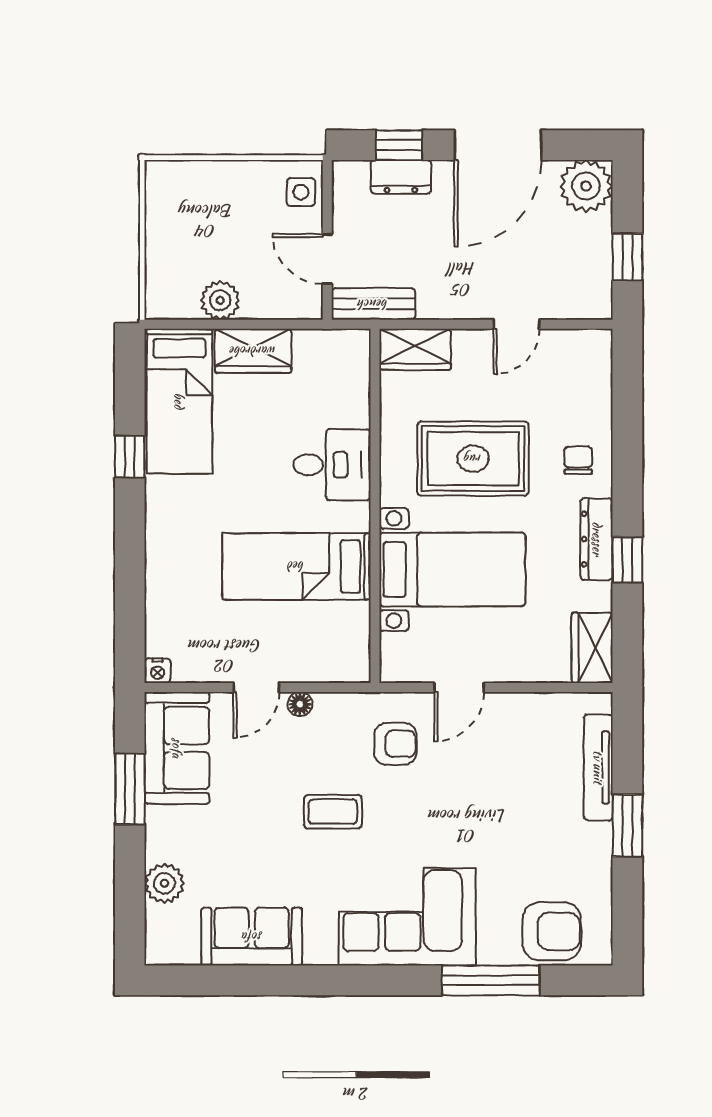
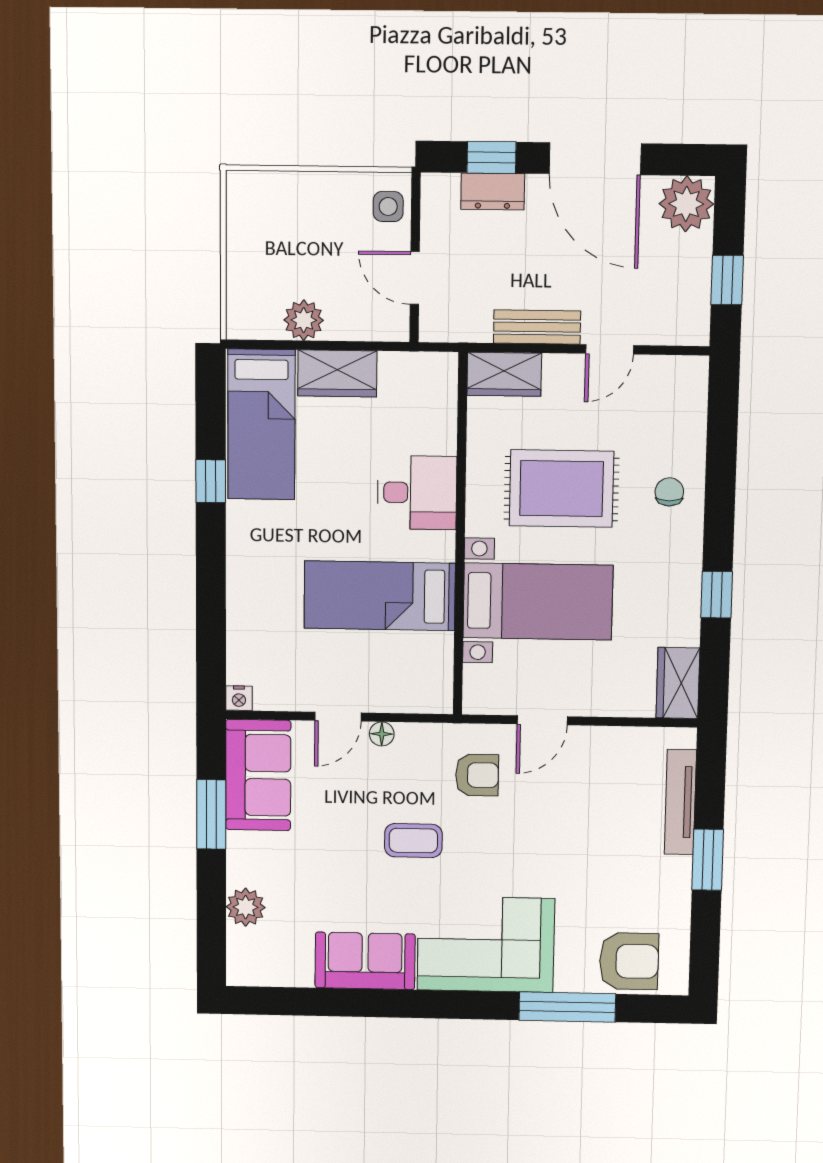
door: (498, 145) -> (595, 159), hinge flipped
bench: (373, 304) -> (537, 327), moved
dresser: (597, 539) -> (686, 573), removed
sofa: (252, 937) -> (365, 961), moved

